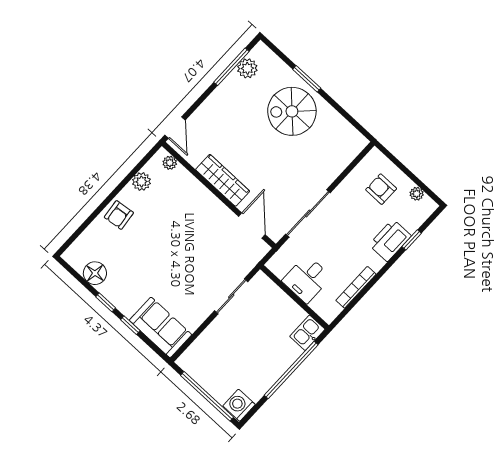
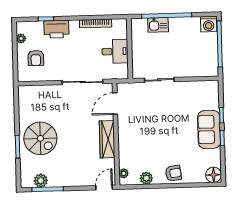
floor lamp: (95, 273) -> (214, 175), moved
sofa: (160, 327) -> (209, 129), moved
kitchen sink: (307, 333) -> (158, 25), moved

